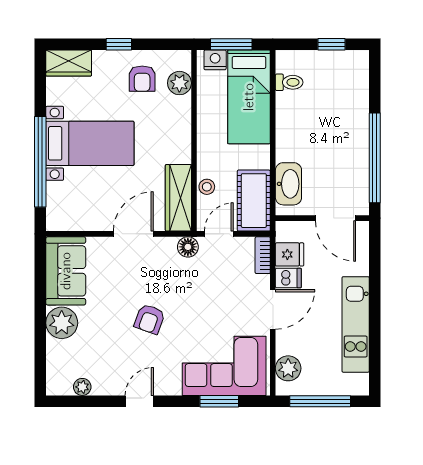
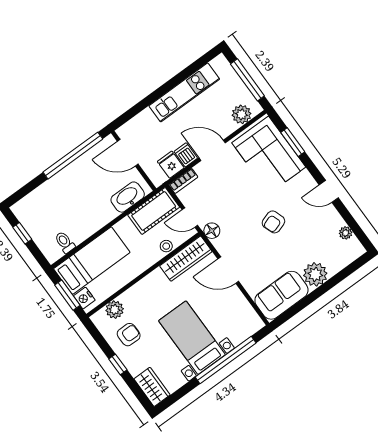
door: (335, 218) -> (128, 153), swing flipped
armchair: (150, 319) -> (273, 222), turned 141

